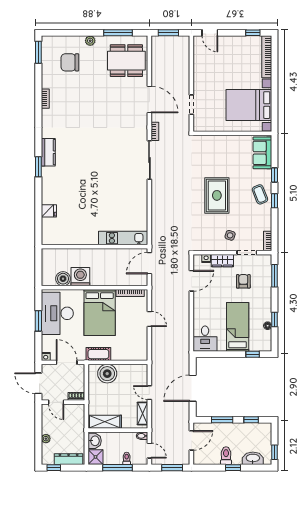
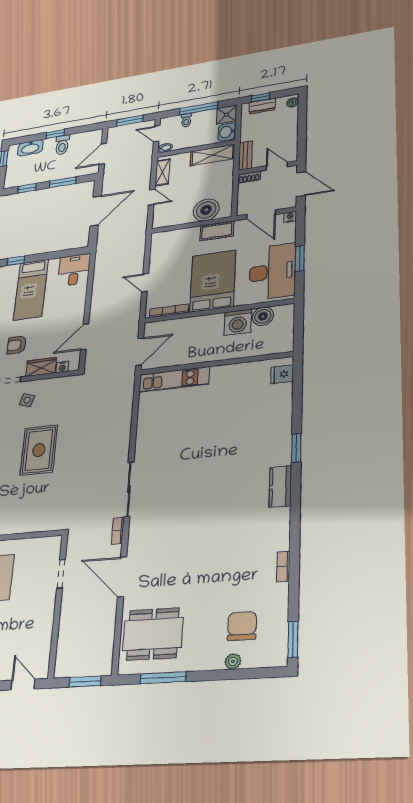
plant: (90, 41) -> (233, 661), moved
chair: (70, 62) -> (242, 626), turned -90
window: (38, 167) -> (296, 448), moved
fridge: (49, 211) -> (282, 374), moved
armchair: (243, 281) -> (17, 345), turned 90
bench: (80, 416) -> (245, 155), added
plant: (46, 439) -> (292, 103), moved
dresser: (69, 459) -> (262, 106), width x0.70
window: (54, 468) -> (261, 97), moved

